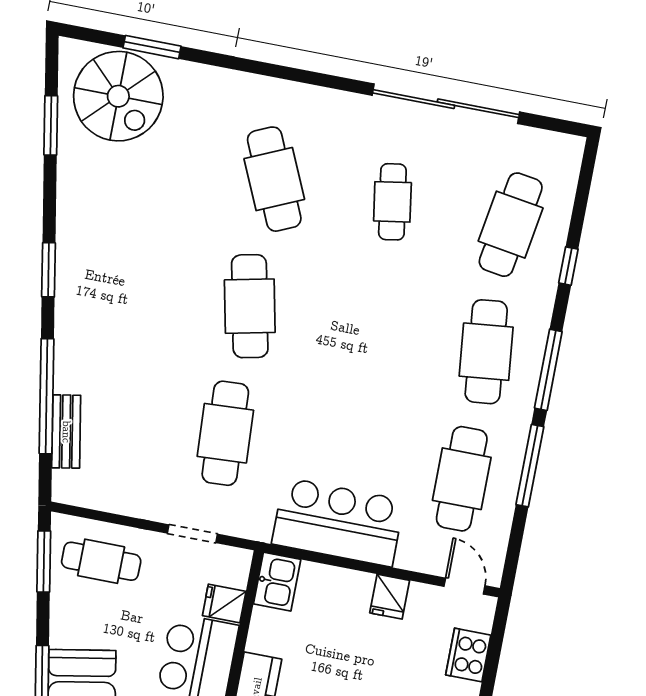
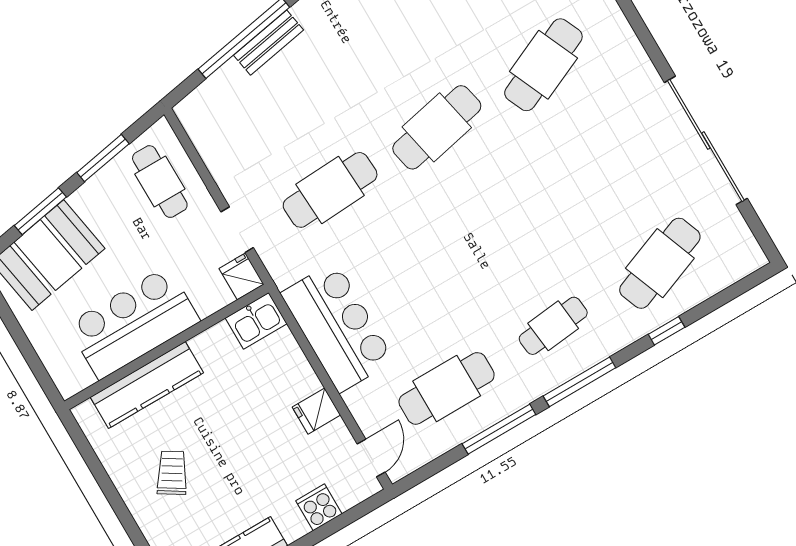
cafe table: (392, 202) -> (602, 164), removed
cafe table: (511, 225) -> (660, 263), turned -30
cafe table: (486, 352) -> (553, 326), width x0.73, depth x0.74
bench: (66, 432) -> (269, 43), moved
window: (44, 561) -> (103, 158), moved
fridge: (224, 603) -> (241, 276), moved
cooker: (468, 655) -> (319, 507), width x0.73

